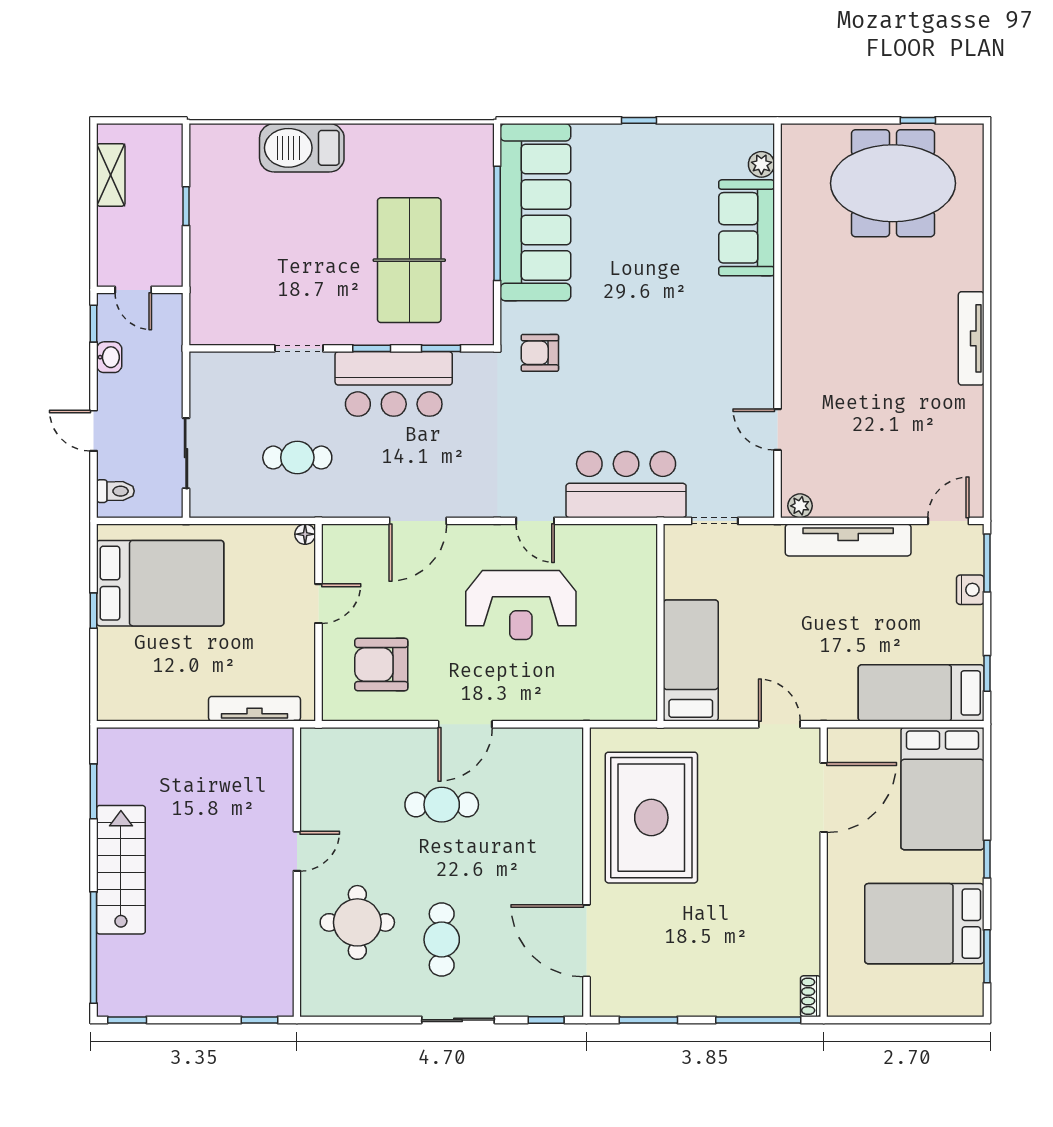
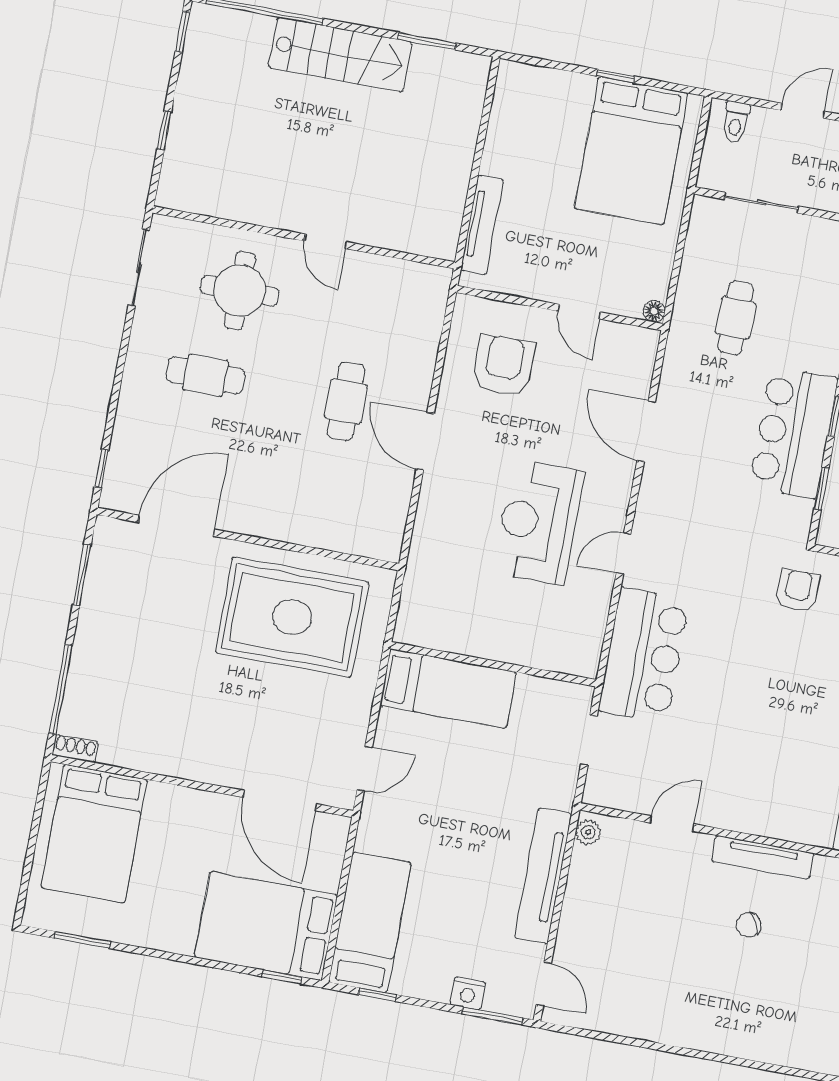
tv unit: (971, 338) -> (763, 857), moved, turned 180
chair: (859, 341) -> (749, 925), added
window: (987, 859) -> (282, 977), moved
bed: (924, 924) -> (94, 834), moved, turned 180
window: (259, 1020) -> (164, 131), moved
sliding door: (458, 1020) -> (139, 268), moved

